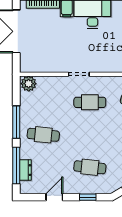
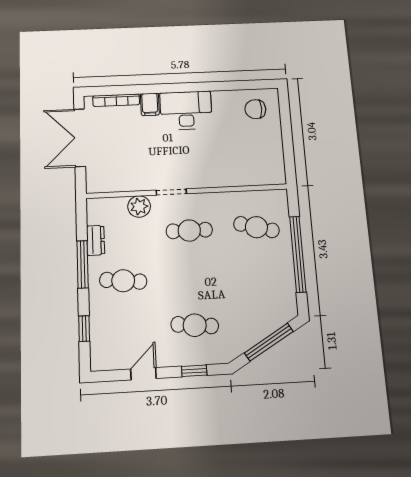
plant: (29, 84) -> (139, 207), moved
window: (16, 166) -> (84, 329), width x0.46
dresser: (25, 170) -> (96, 240), moved

